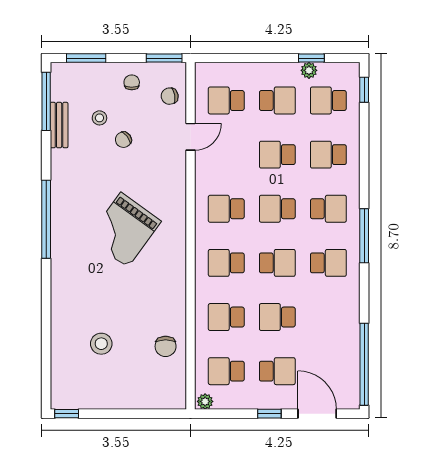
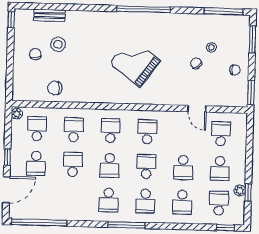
chair: (170, 96) -> (35, 54), moved
bench: (59, 125) -> (49, 15), moved
school desk: (277, 155) -> (183, 167), turned 180
school desk: (328, 155) -> (182, 202), turned 180

